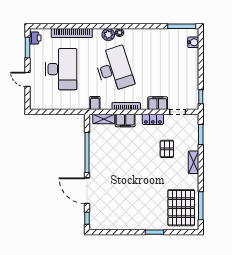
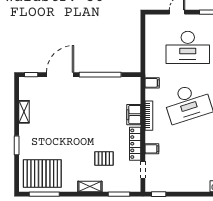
filing cabinet: (158, 103) -> (152, 149), width x0.50
shelving: (104, 119) -> (24, 112), moved
locker: (153, 119) -> (135, 144), width x1.53

